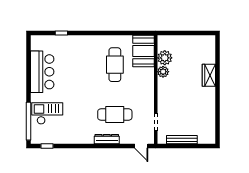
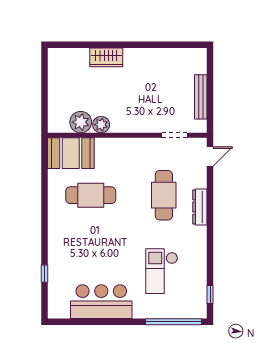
checkout: (47, 113) -> (162, 271), moved

